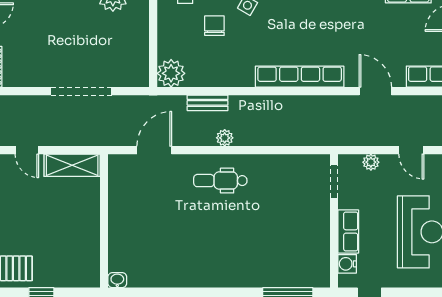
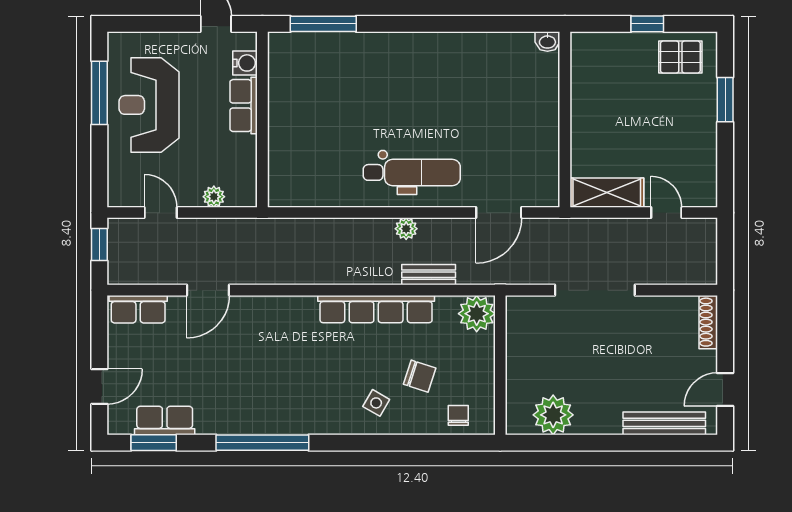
chair: (214, 26) -> (420, 376), turned -72
row of seats: (300, 77) -> (376, 309), moved
door: (375, 91) -> (208, 290), hinge flipped
dental chair: (220, 181) -> (412, 172), width x1.36, depth x1.38
doorway: (334, 181) -> (262, 171), removed

